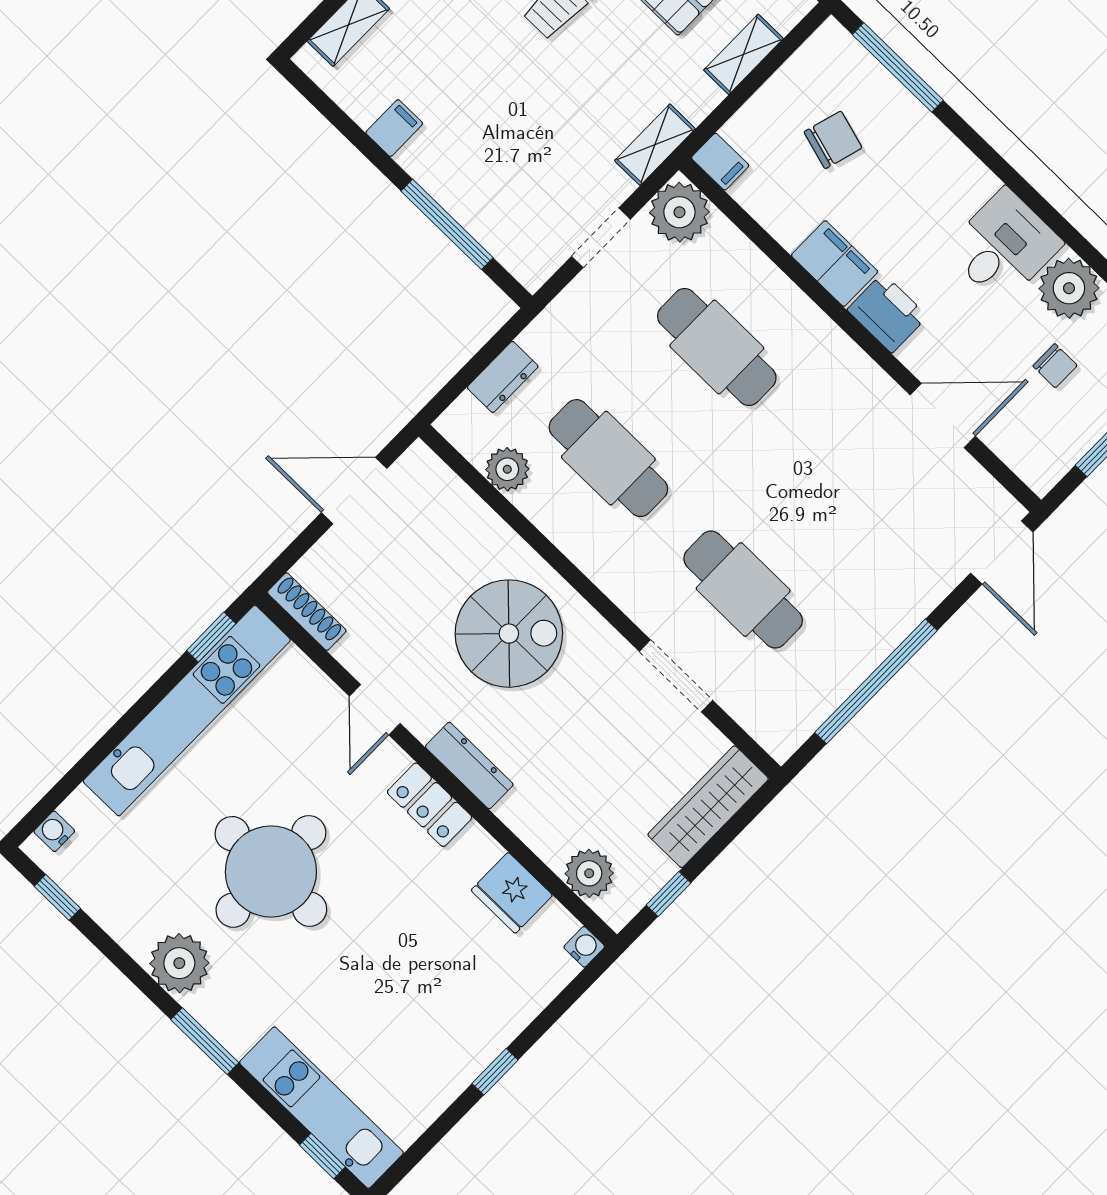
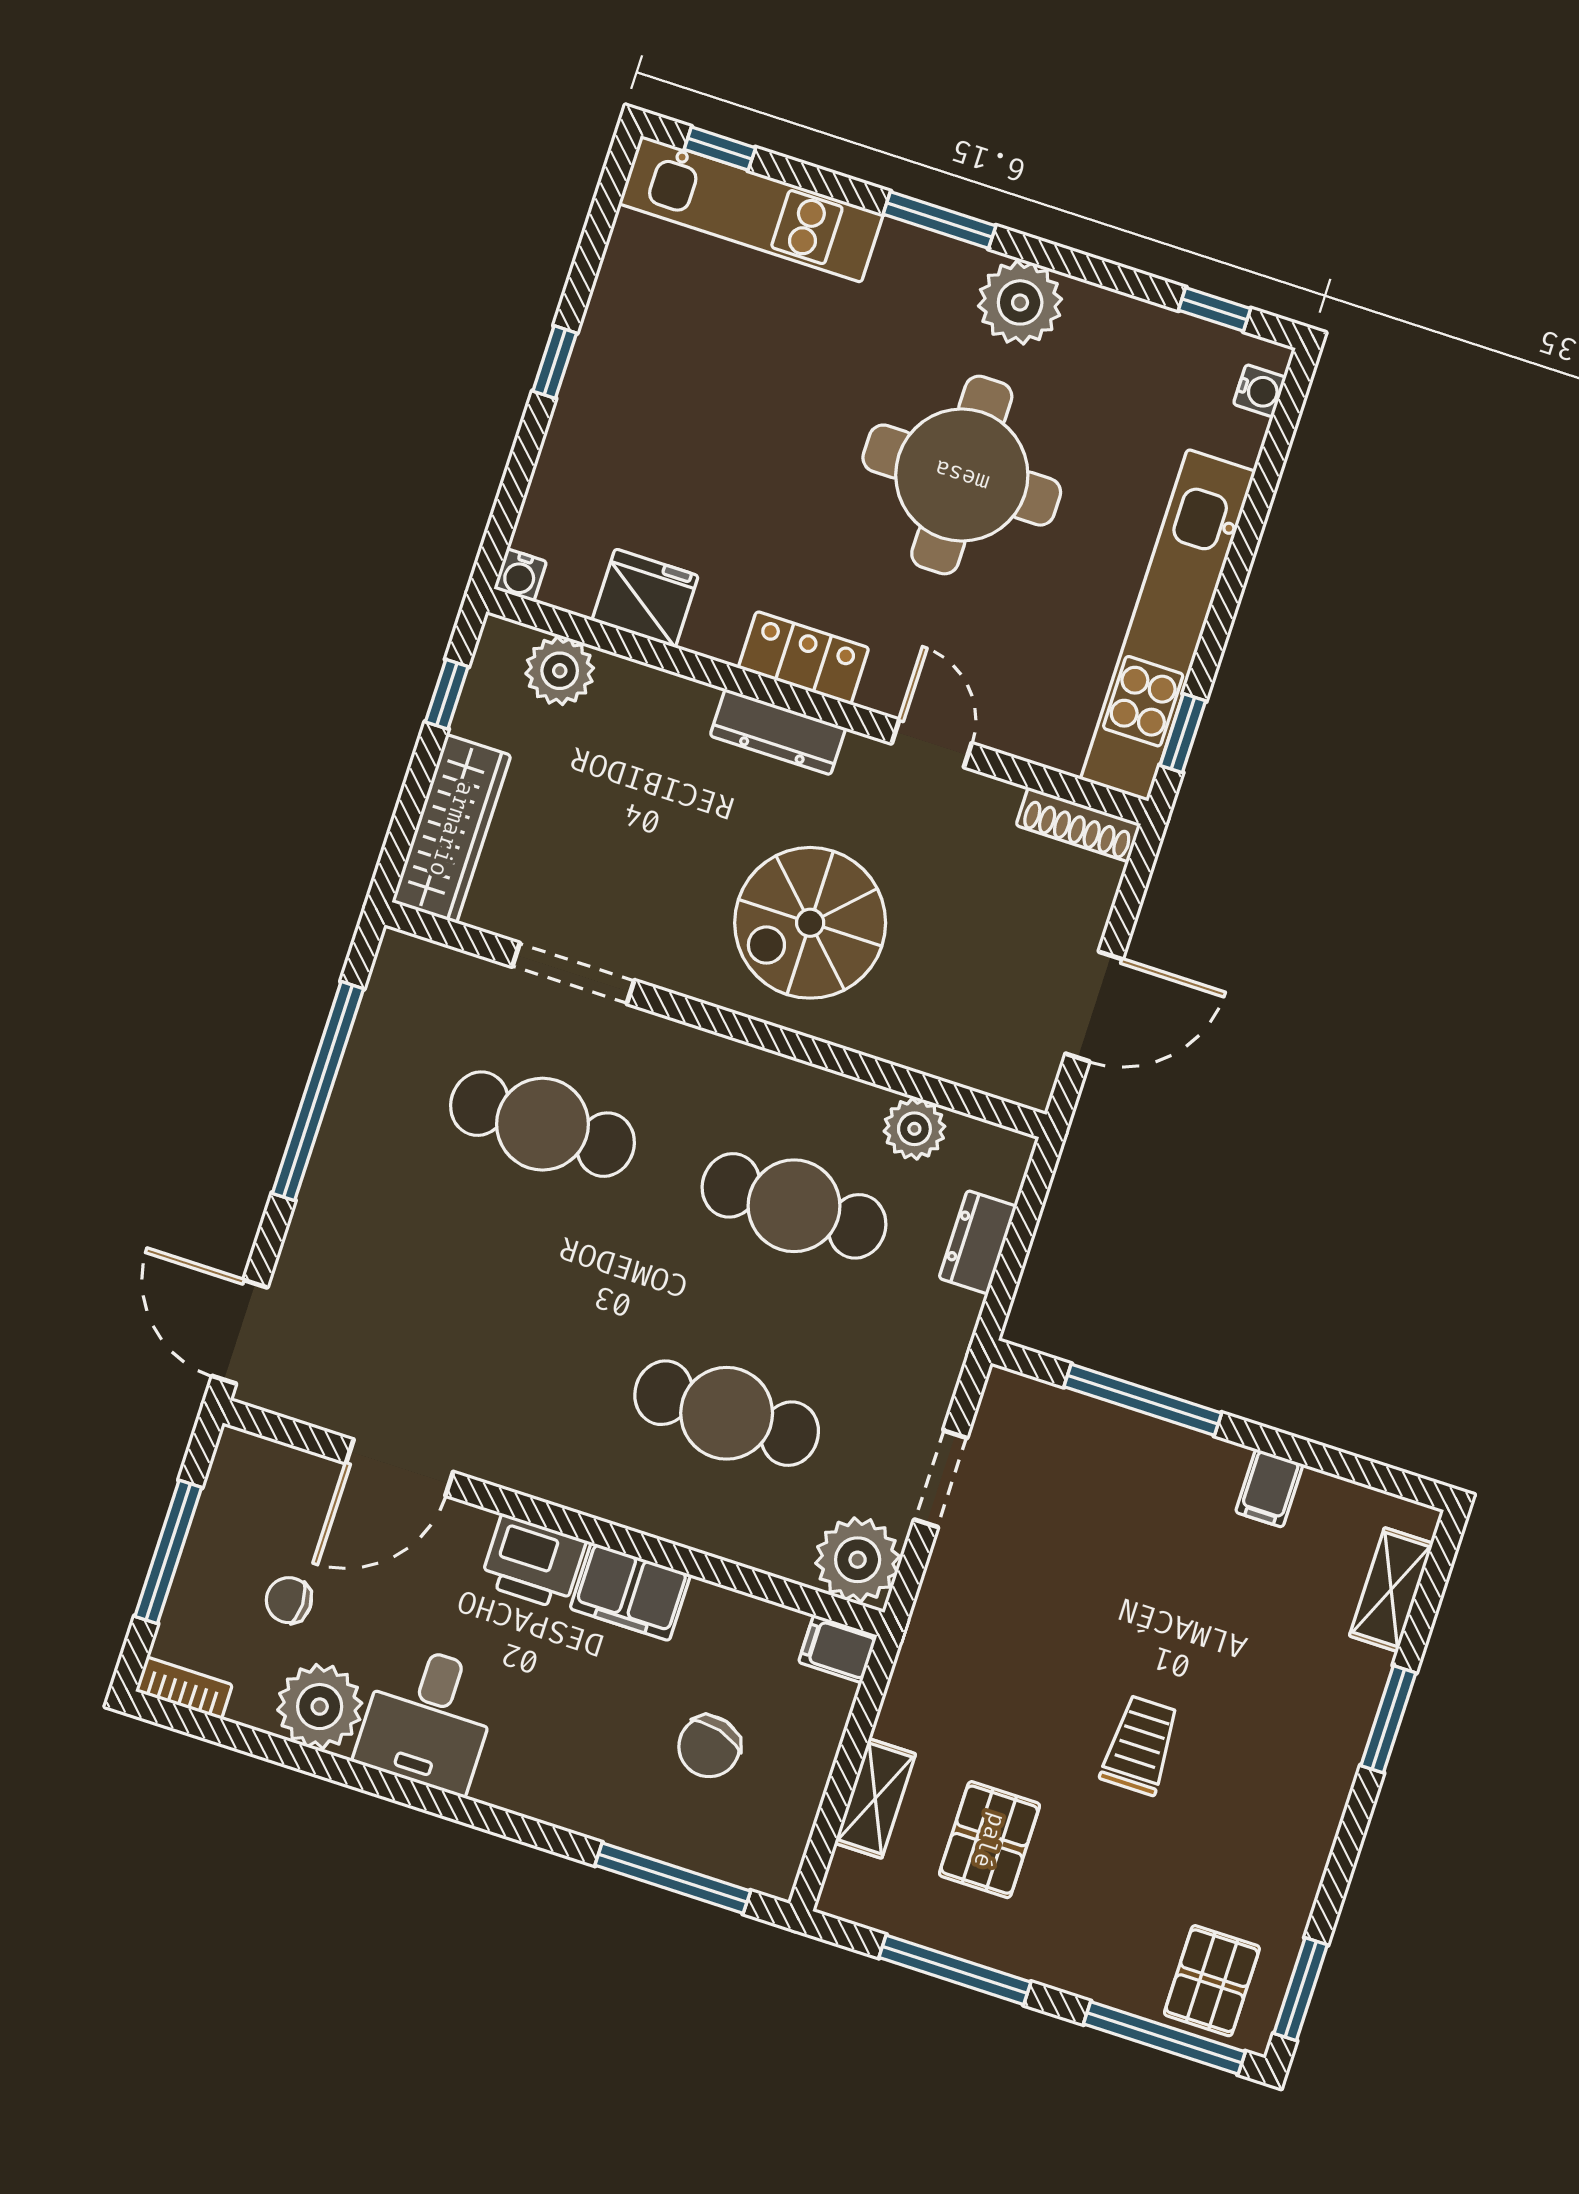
shelving: (655, 145) -> (930, 1630), removed

